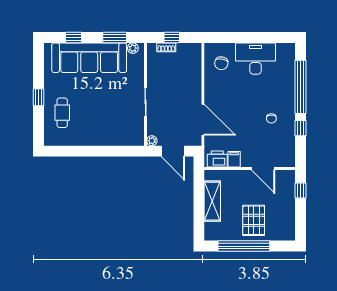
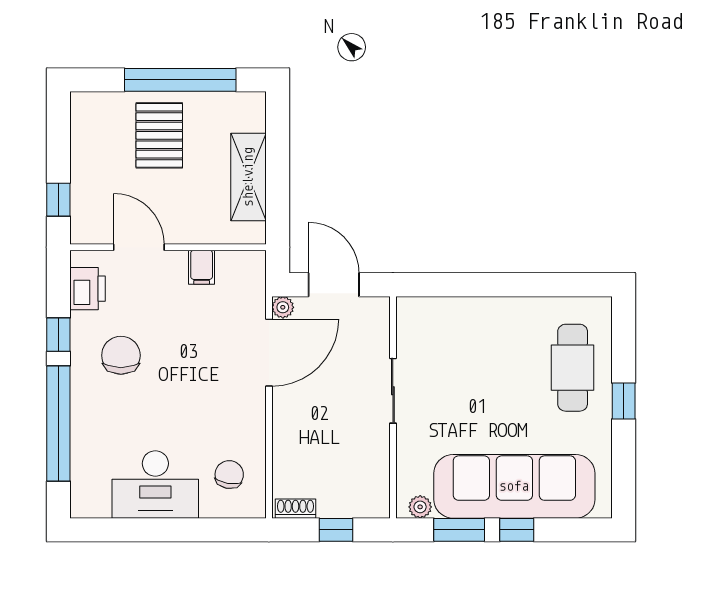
window: (73, 38) -> (517, 530), moved
shoe rack: (166, 47) -> (296, 509), moved
cafe table: (62, 113) -> (573, 368), width x1.37, depth x1.35
chair: (271, 118) -> (121, 355), width x1.87, depth x1.87
door: (203, 120) -> (269, 353), swing flipped
plant: (152, 141) -> (283, 307), moved
printer: (217, 159) -> (87, 289), moved, turned -90

